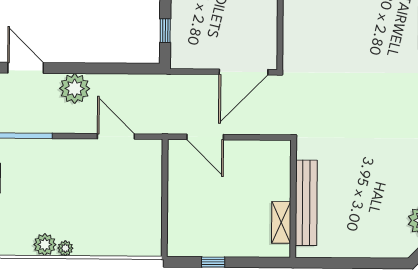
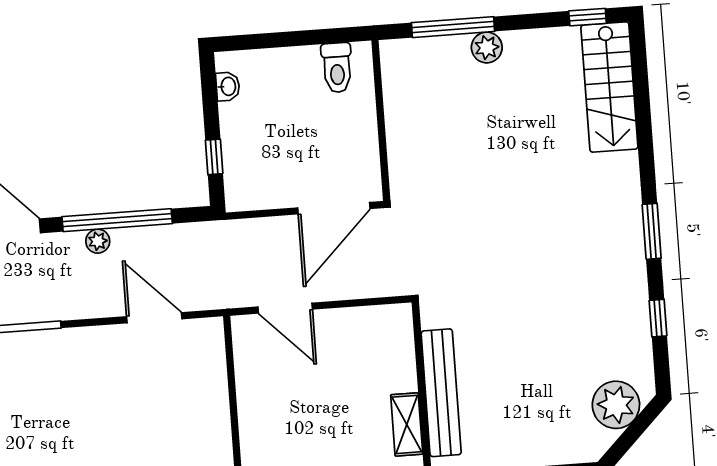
window: (96, 68) -> (117, 220), added
plant: (75, 88) -> (98, 241), width x0.53, depth x0.53

